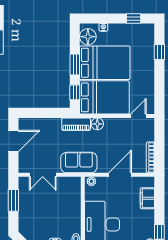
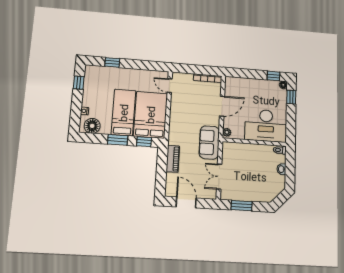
bed: (105, 63) -> (124, 113), width x0.67
piano: (76, 124) -> (173, 159), moved
floor lamp: (97, 124) -> (175, 123), removed
double door: (43, 175) -> (219, 177), swing flipped
door: (120, 175) -> (222, 106), swing flipped
filing cabinet: (147, 198) -> (244, 84), removed

